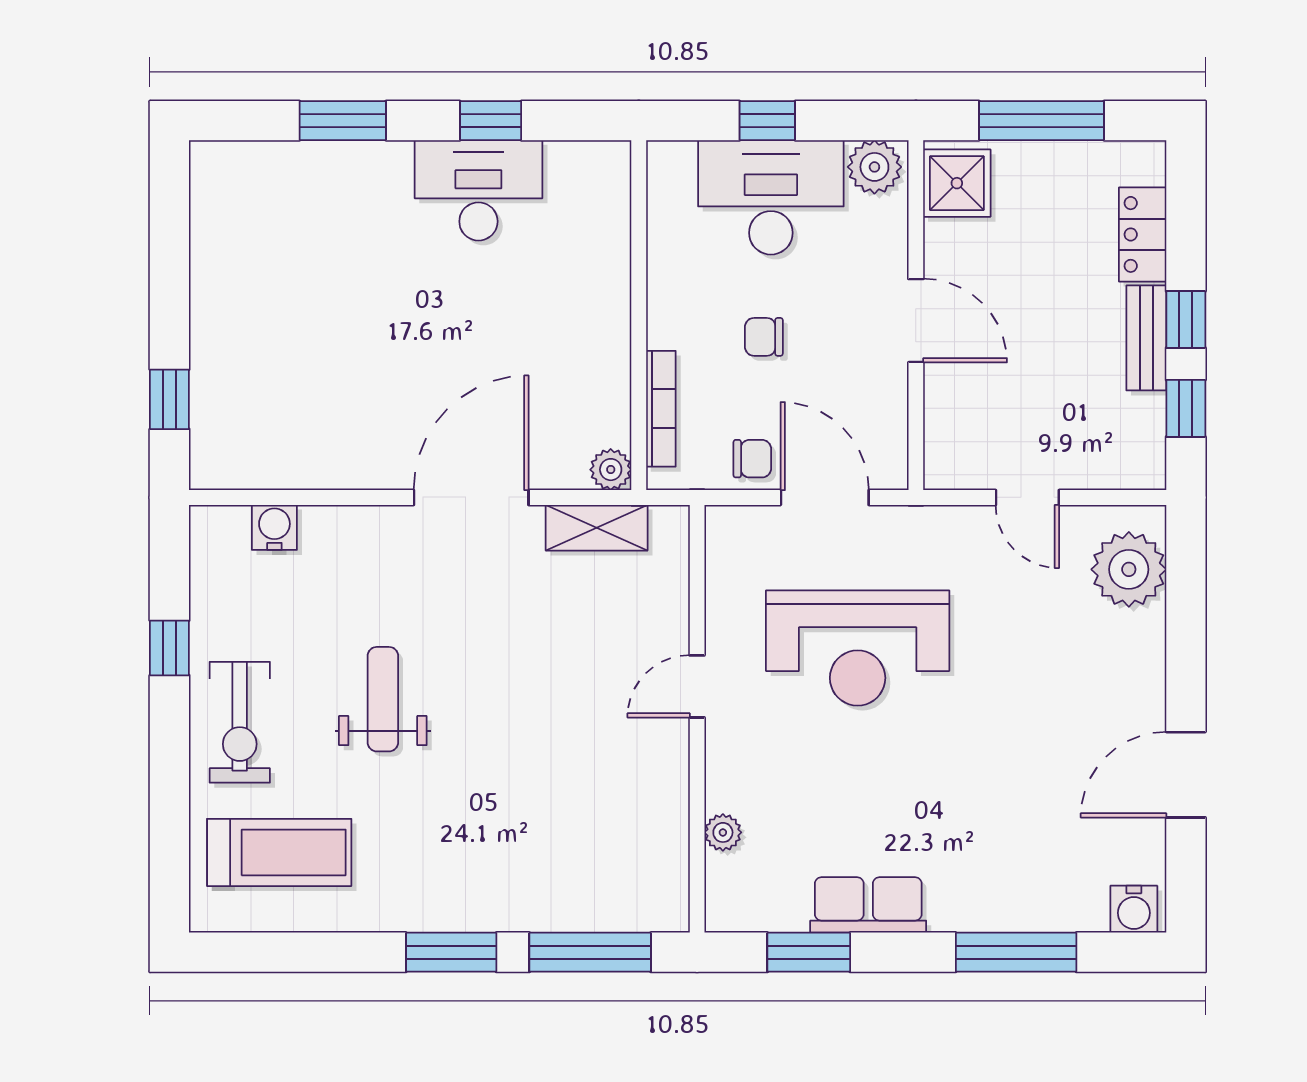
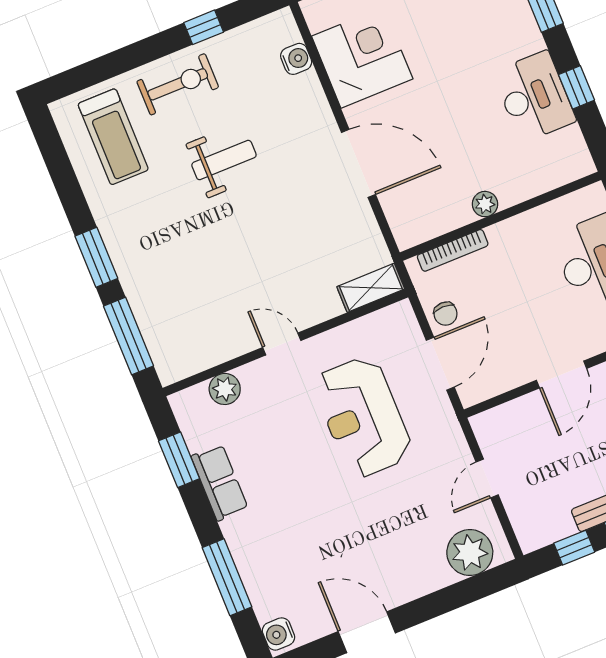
chair: (764, 337) -> (517, 292), removed
corner desk: (313, 427) -> (362, 58), added
plant: (611, 470) -> (485, 204), moved
shelving: (597, 528) -> (371, 288), moved, turned 90
door: (697, 686) -> (282, 344), moved
exercise bike: (240, 722) -> (178, 84), turned 180
plant: (723, 832) -> (225, 389), width x1.38, depth x1.38

